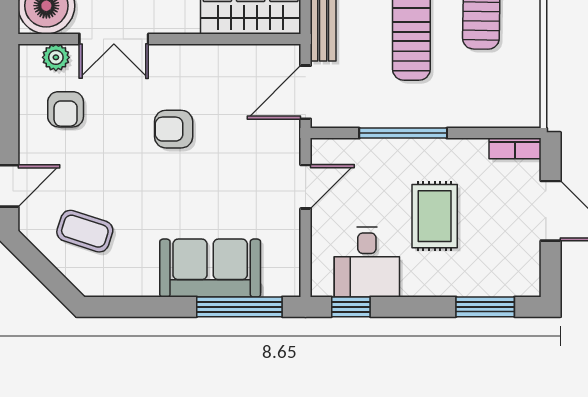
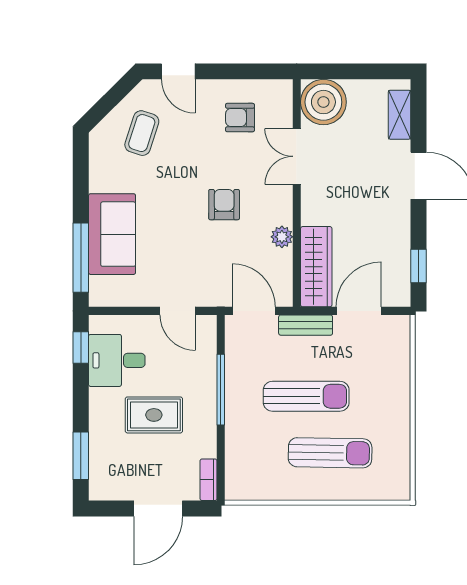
plant: (56, 57) -> (282, 237), moved

